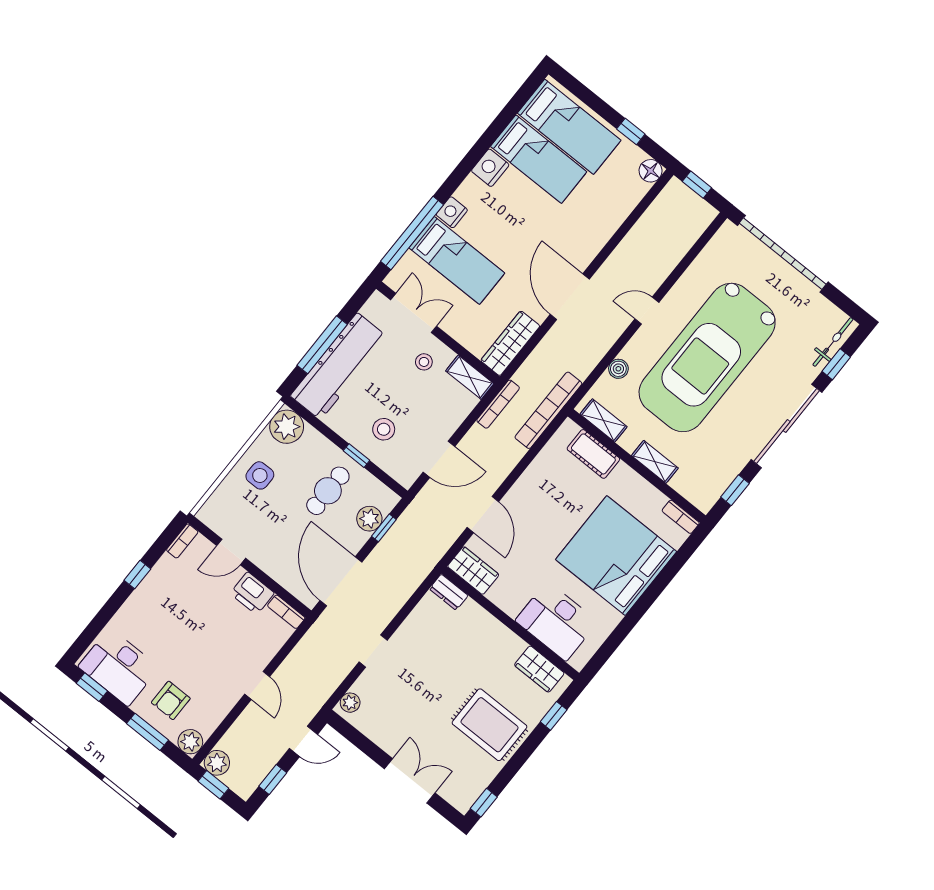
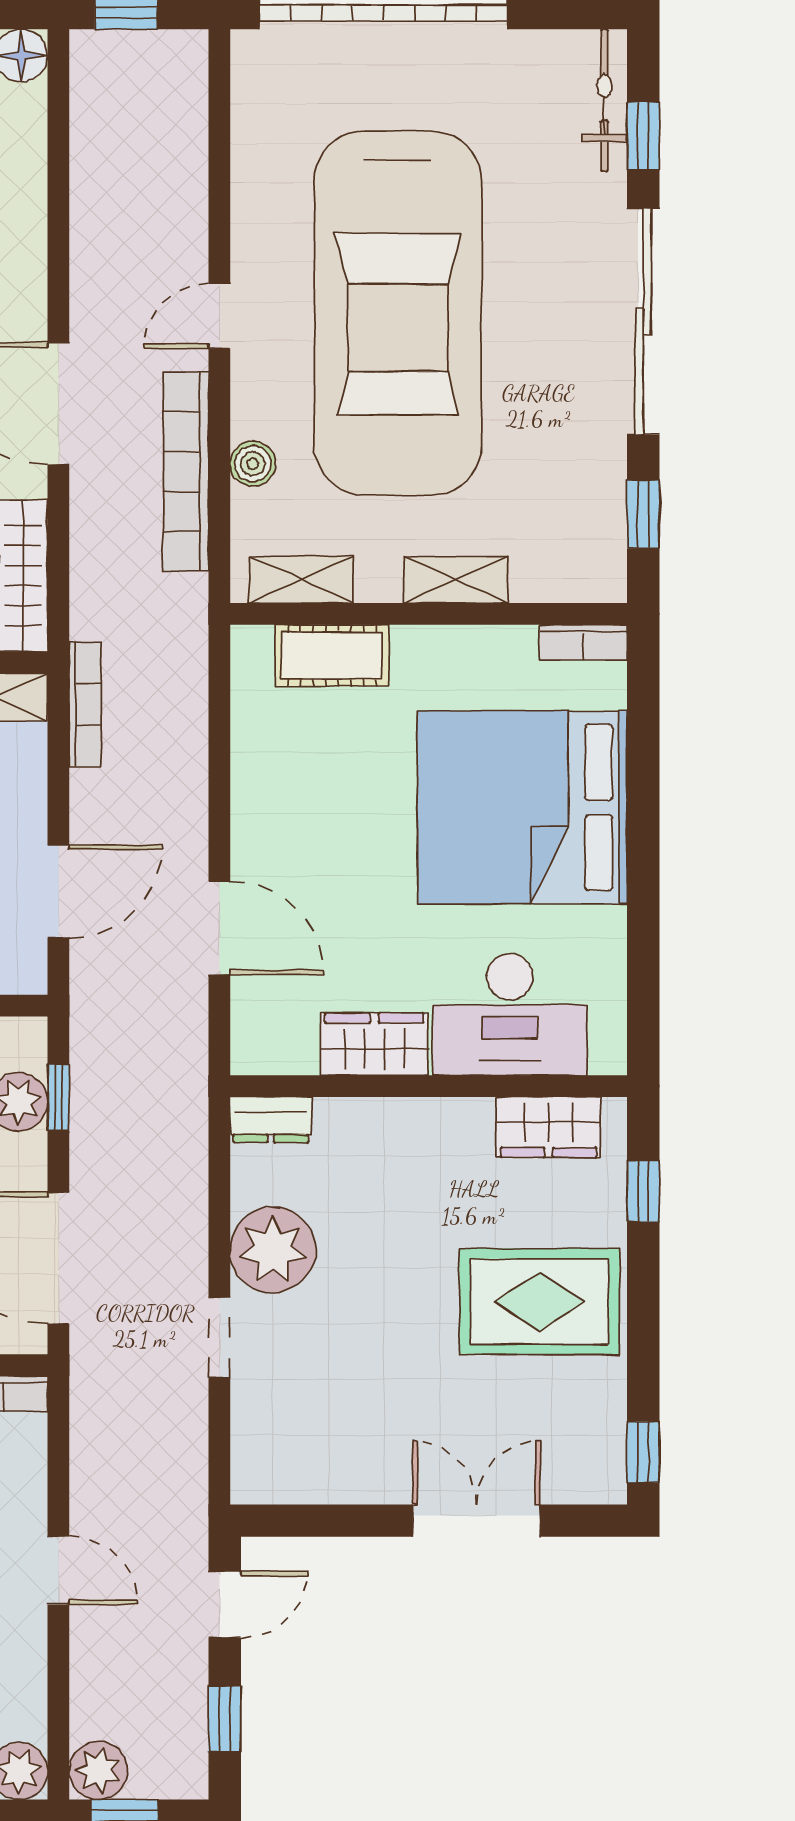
bookcase: (548, 410) -> (186, 471), moved
wardrobe: (473, 571) -> (374, 1044), moved
plant: (350, 703) -> (273, 1250), moved, width x1.88, depth x1.88

